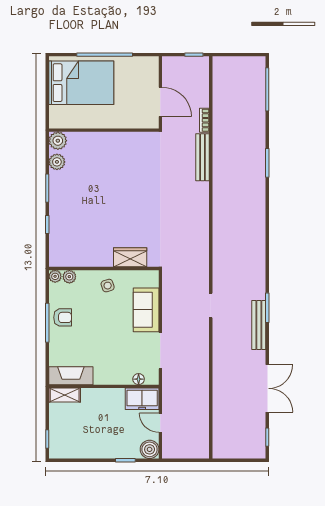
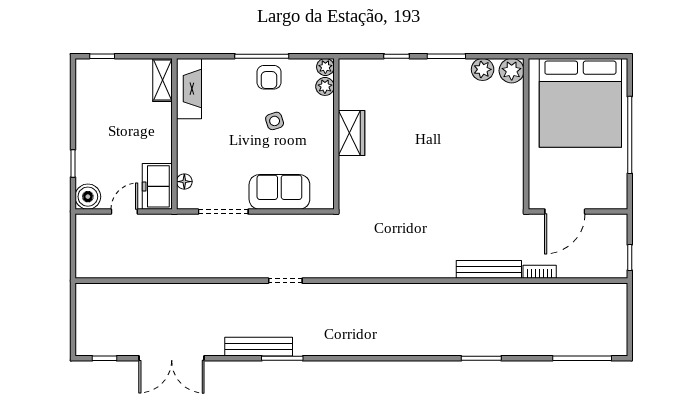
bed: (81, 83) -> (580, 103), width x1.36
wardrobe: (130, 257) -> (352, 133), moved
side table: (108, 286) -> (275, 121), moved

